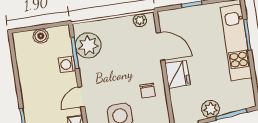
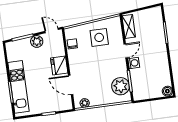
boiler: (41, 36) -> (167, 91), moved
washing machine: (67, 64) -> (134, 63), moved
chair: (148, 91) -> (72, 44), moved

